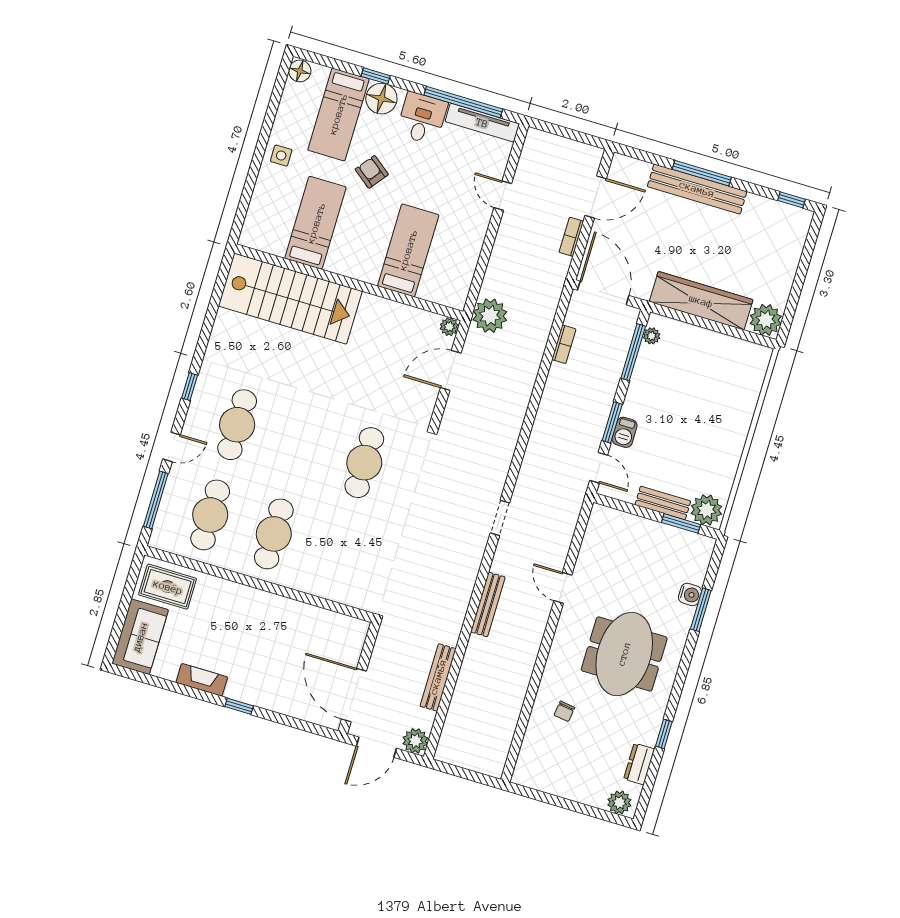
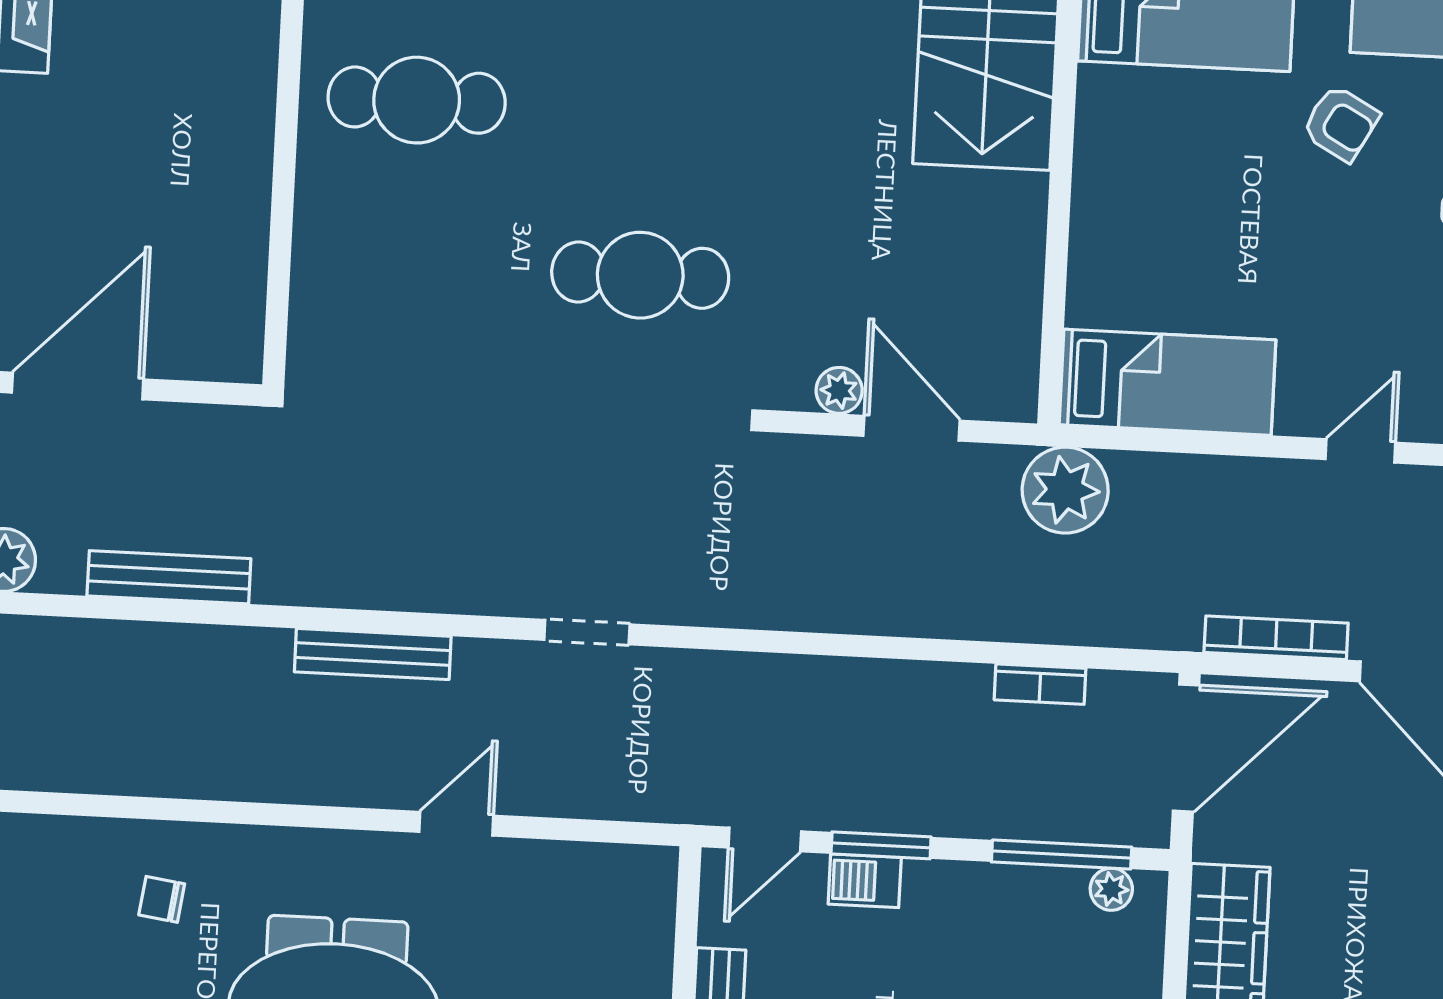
armchair: (372, 172) -> (1341, 123), turned 81
bookcase: (571, 237) -> (1276, 638), width x1.56
bed: (408, 250) -> (1168, 382), moved
plant: (449, 327) -> (839, 390), moved

